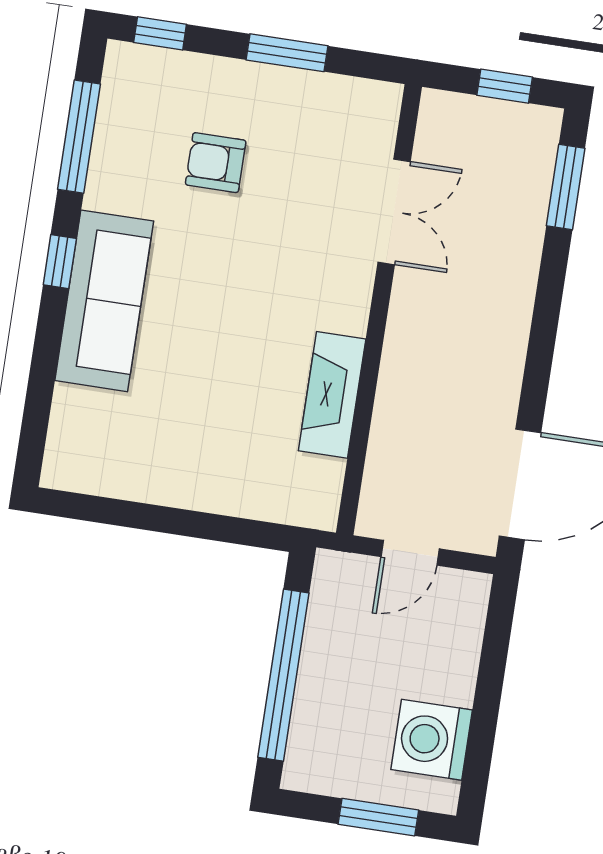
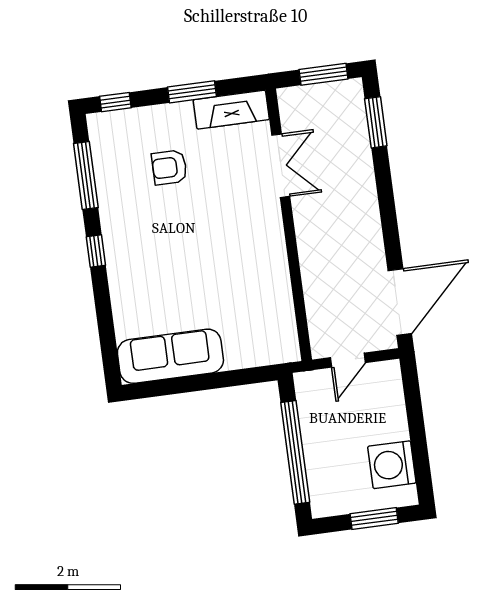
window: (505, 86) -> (323, 74), width x1.50
sofa: (104, 301) -> (170, 356), moved, turned -90
fireplace: (332, 395) -> (231, 110), moved, turned -90

